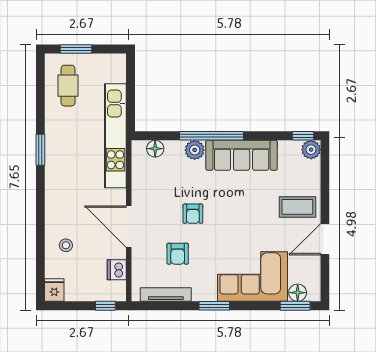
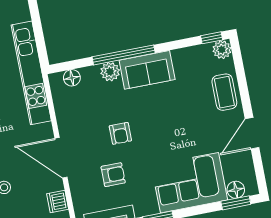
sofa: (242, 155) -> (147, 70), width x0.73
coffee table: (297, 207) -> (224, 92), moved, turned 90
armchair: (178, 254) -> (113, 175), turned -90

